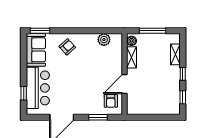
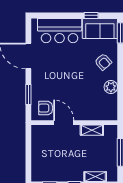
plant: (104, 40) -> (111, 87), moved
boiler: (131, 41) -> (109, 130), removed
window: (24, 93) -> (91, 15), moved

